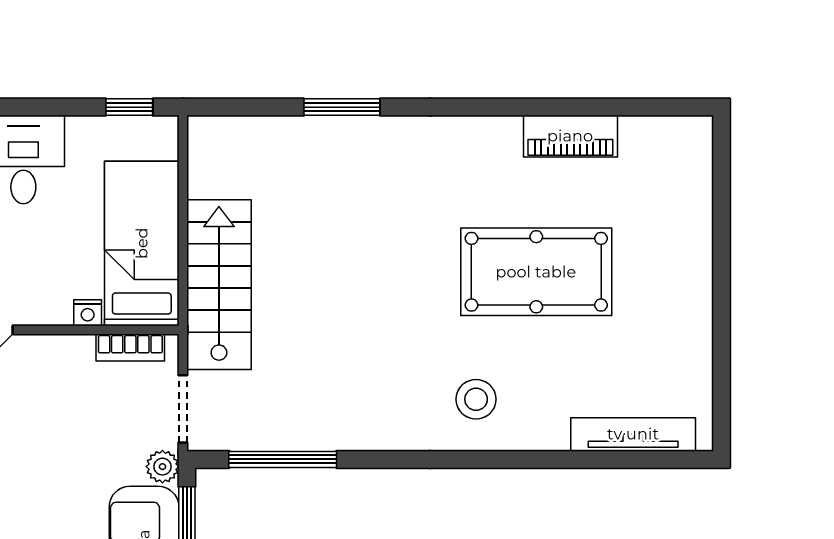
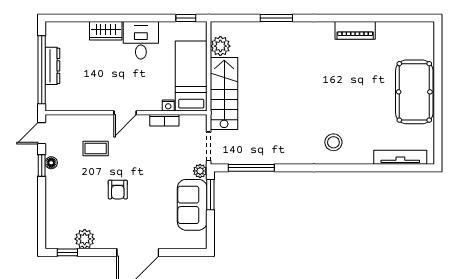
piano: (570, 136) -> (355, 30), moved
plant: (210, 173) -> (220, 46), added
pool table: (536, 272) -> (414, 92), moved, turned 90
bookcase: (130, 348) -> (164, 120), moved

